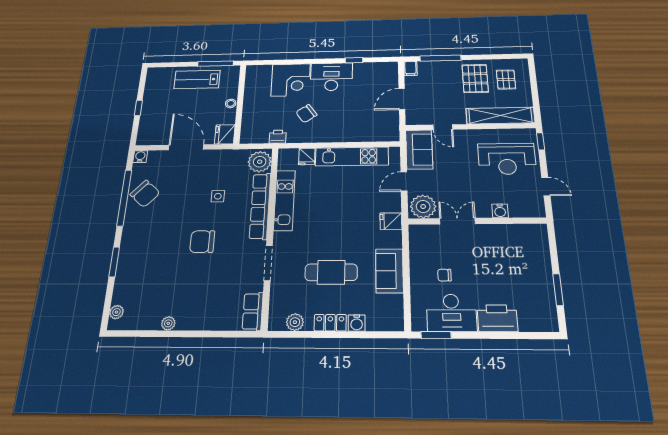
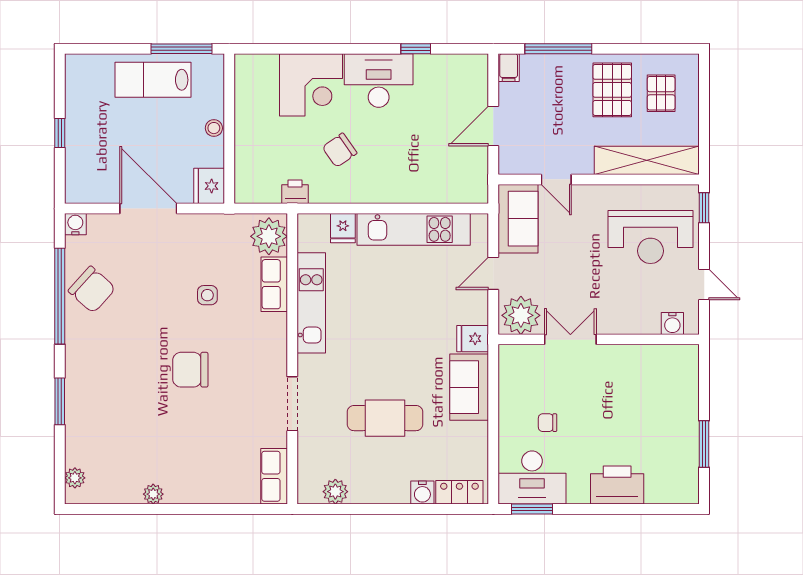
row of seats: (260, 206) -> (274, 284), width x0.50
water cooler: (500, 211) -> (672, 323), moved
sofa: (389, 271) -> (469, 387), moved
desk: (451, 313) -> (532, 477), moved
locker: (330, 323) -> (459, 492), moved

